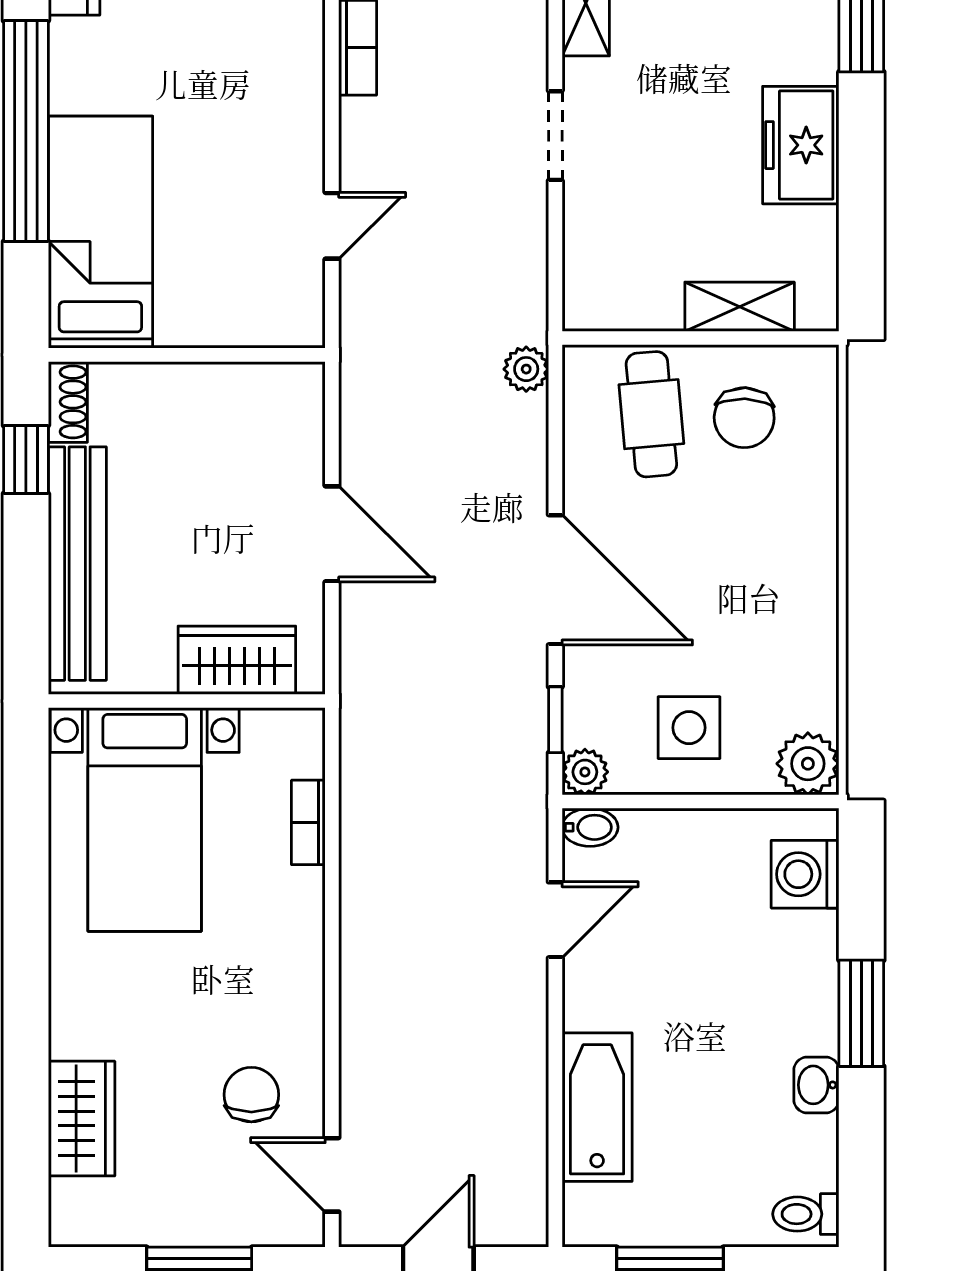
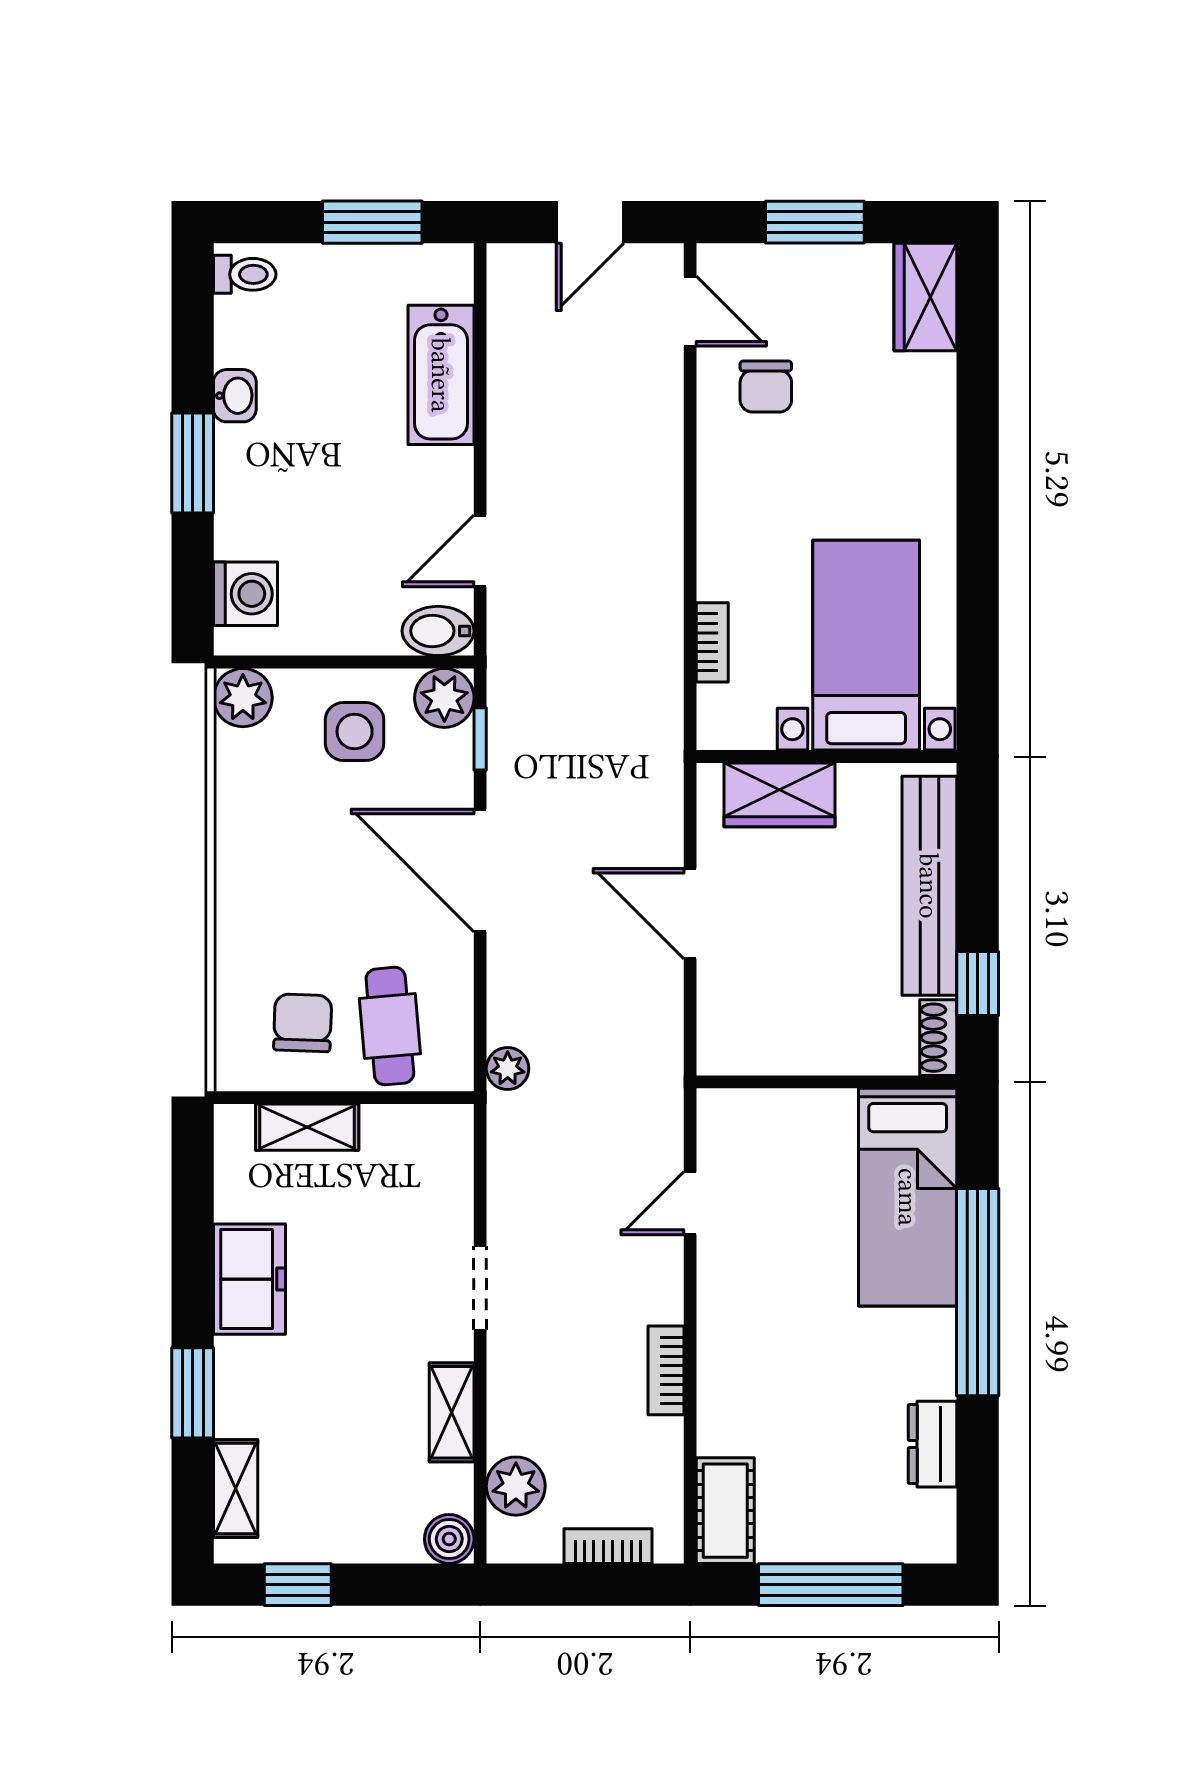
plant: (585, 772) -> (444, 698), width x1.38, depth x1.38
bidet: (590, 827) -> (438, 631), width x1.38, depth x1.36
wardrobe: (82, 1119) -> (925, 297), moved

